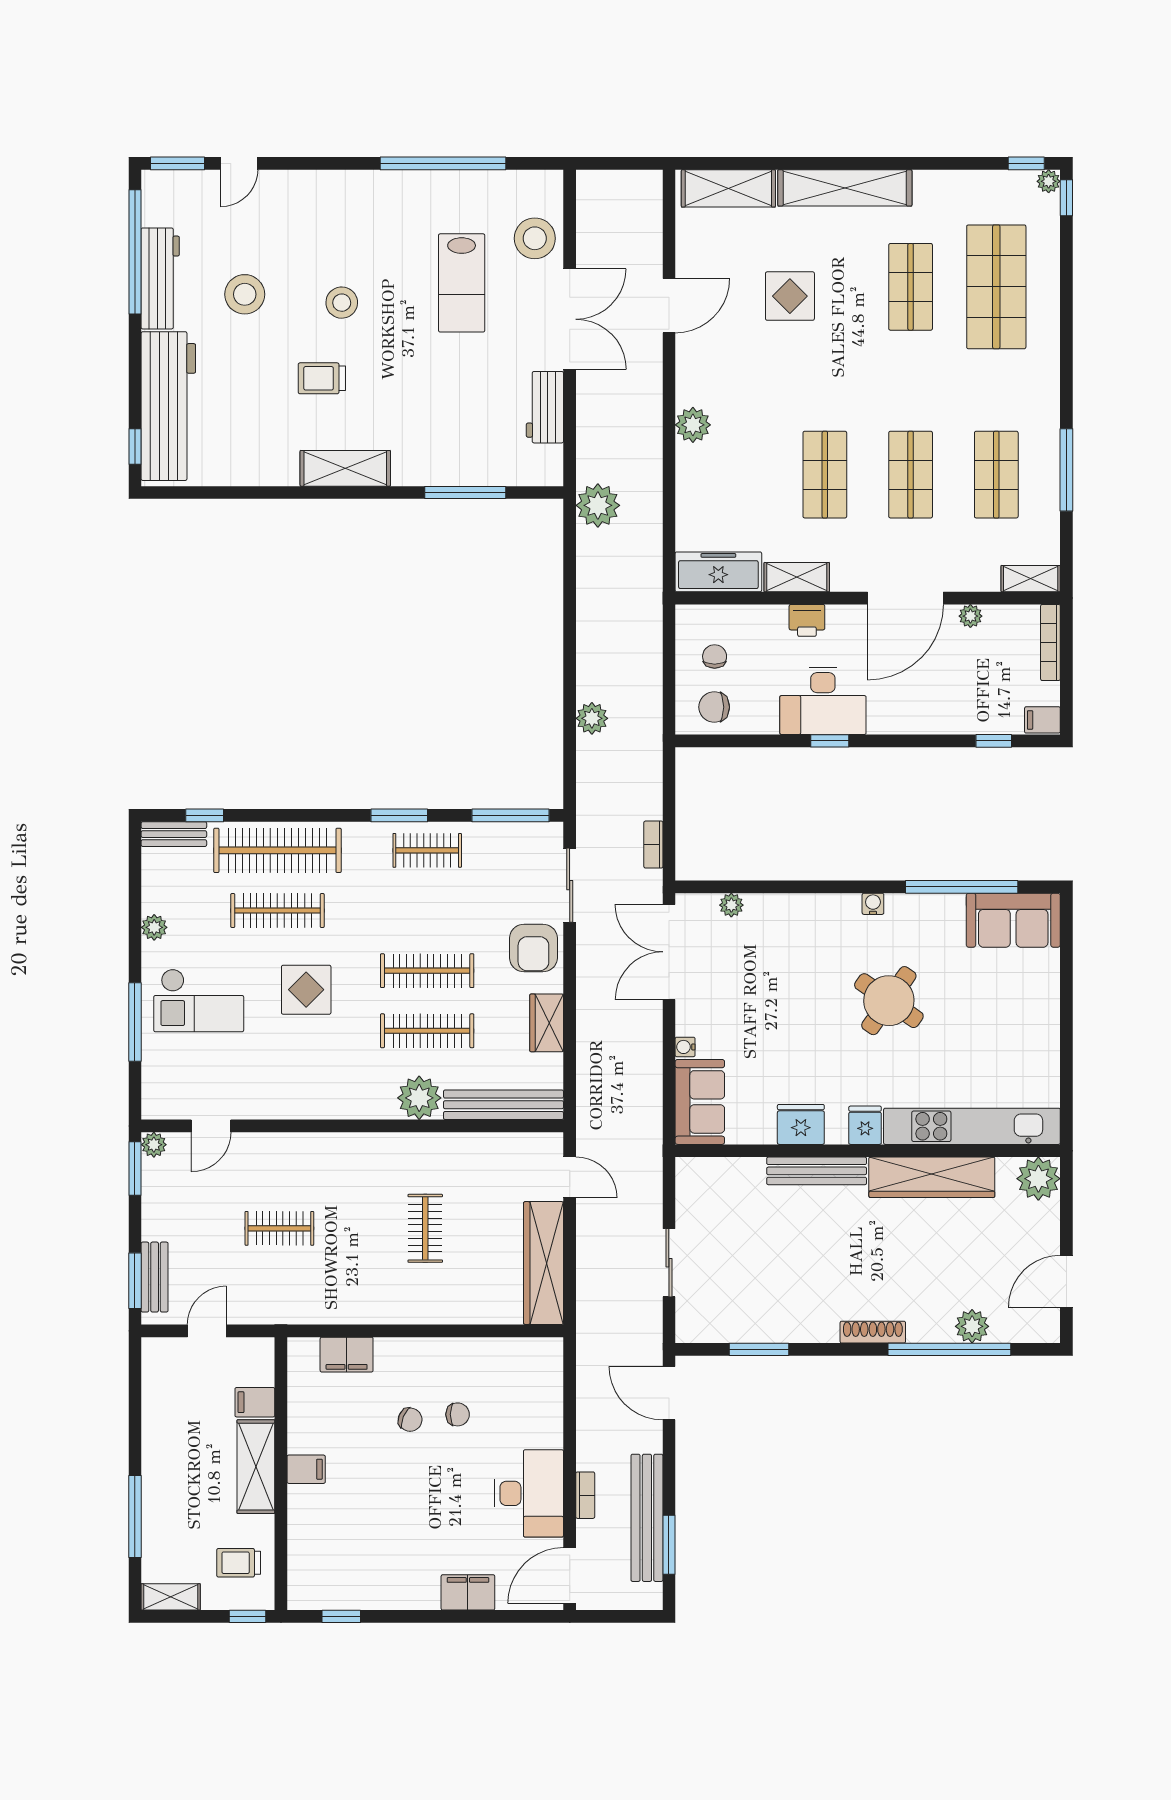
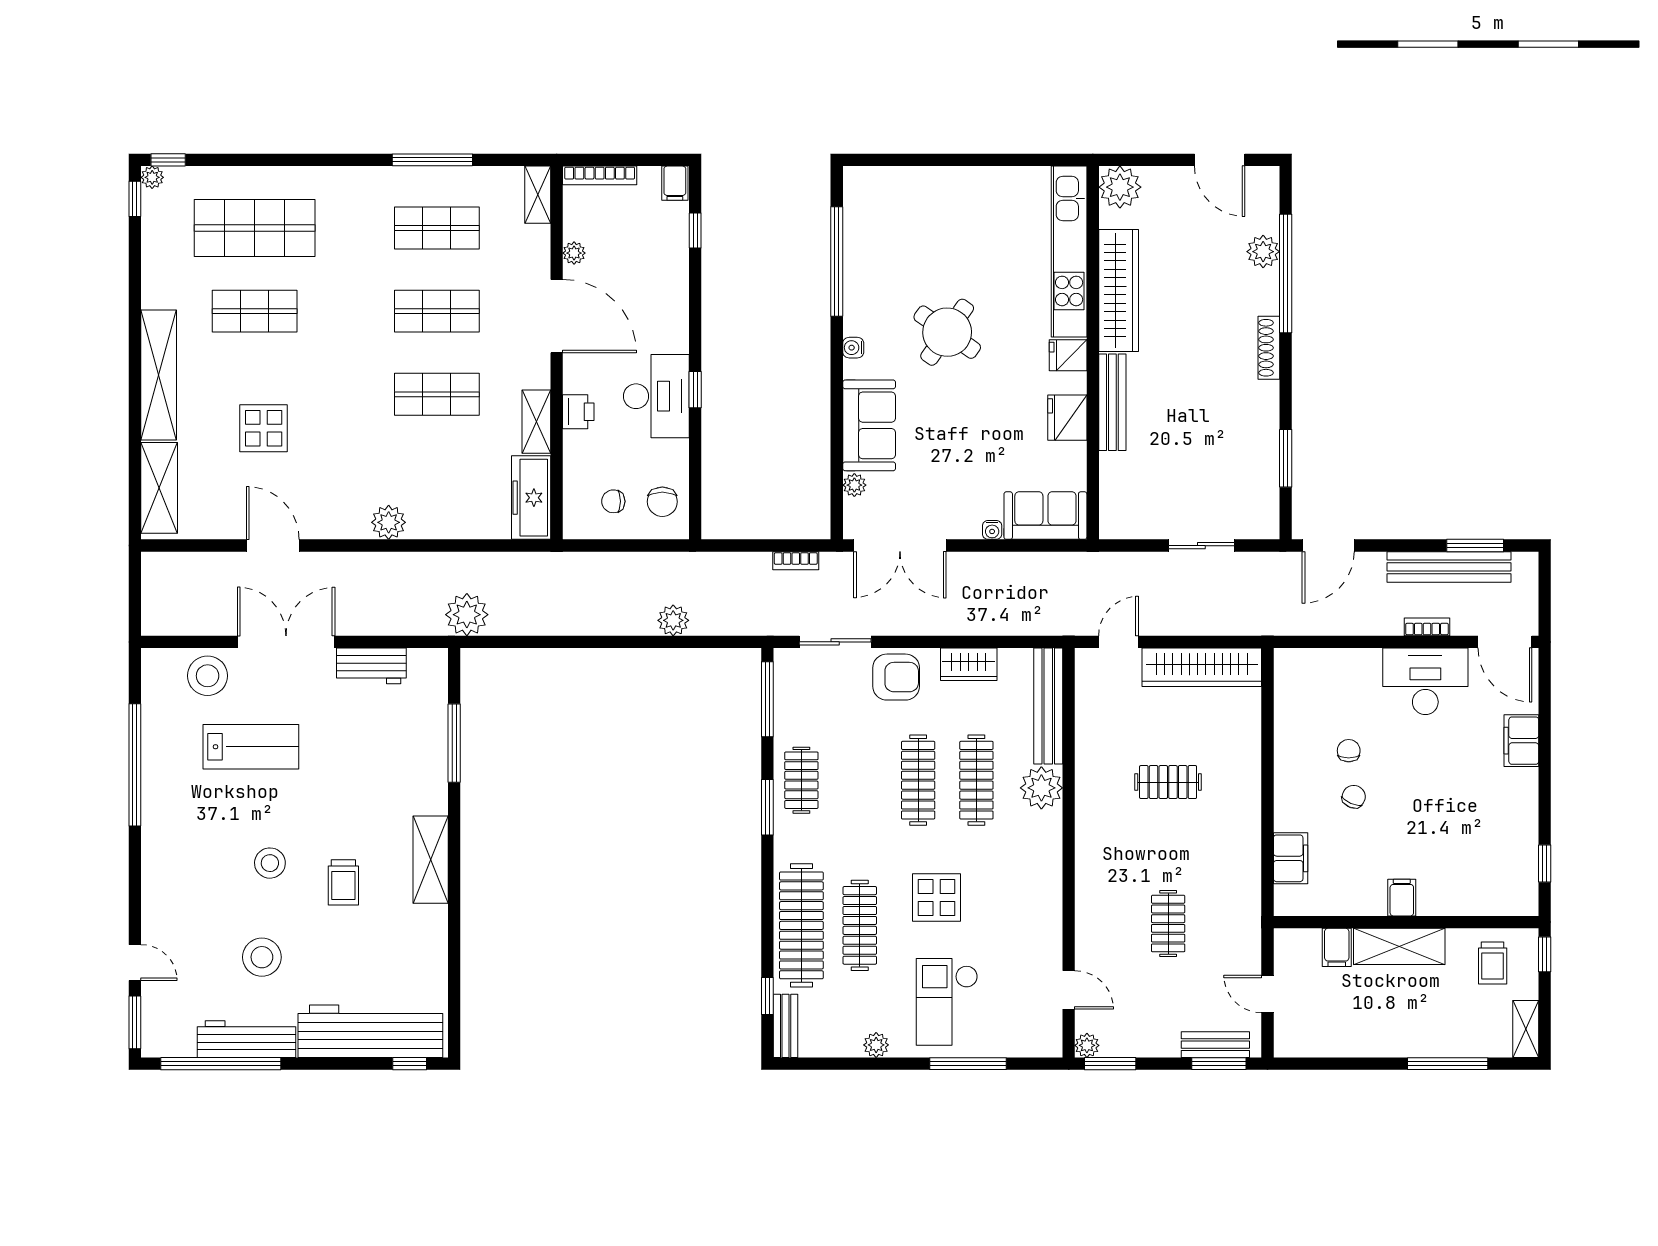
sofa: (1013, 920) -> (869, 425), moved
checkout: (199, 1000) -> (947, 1002), turned 180

